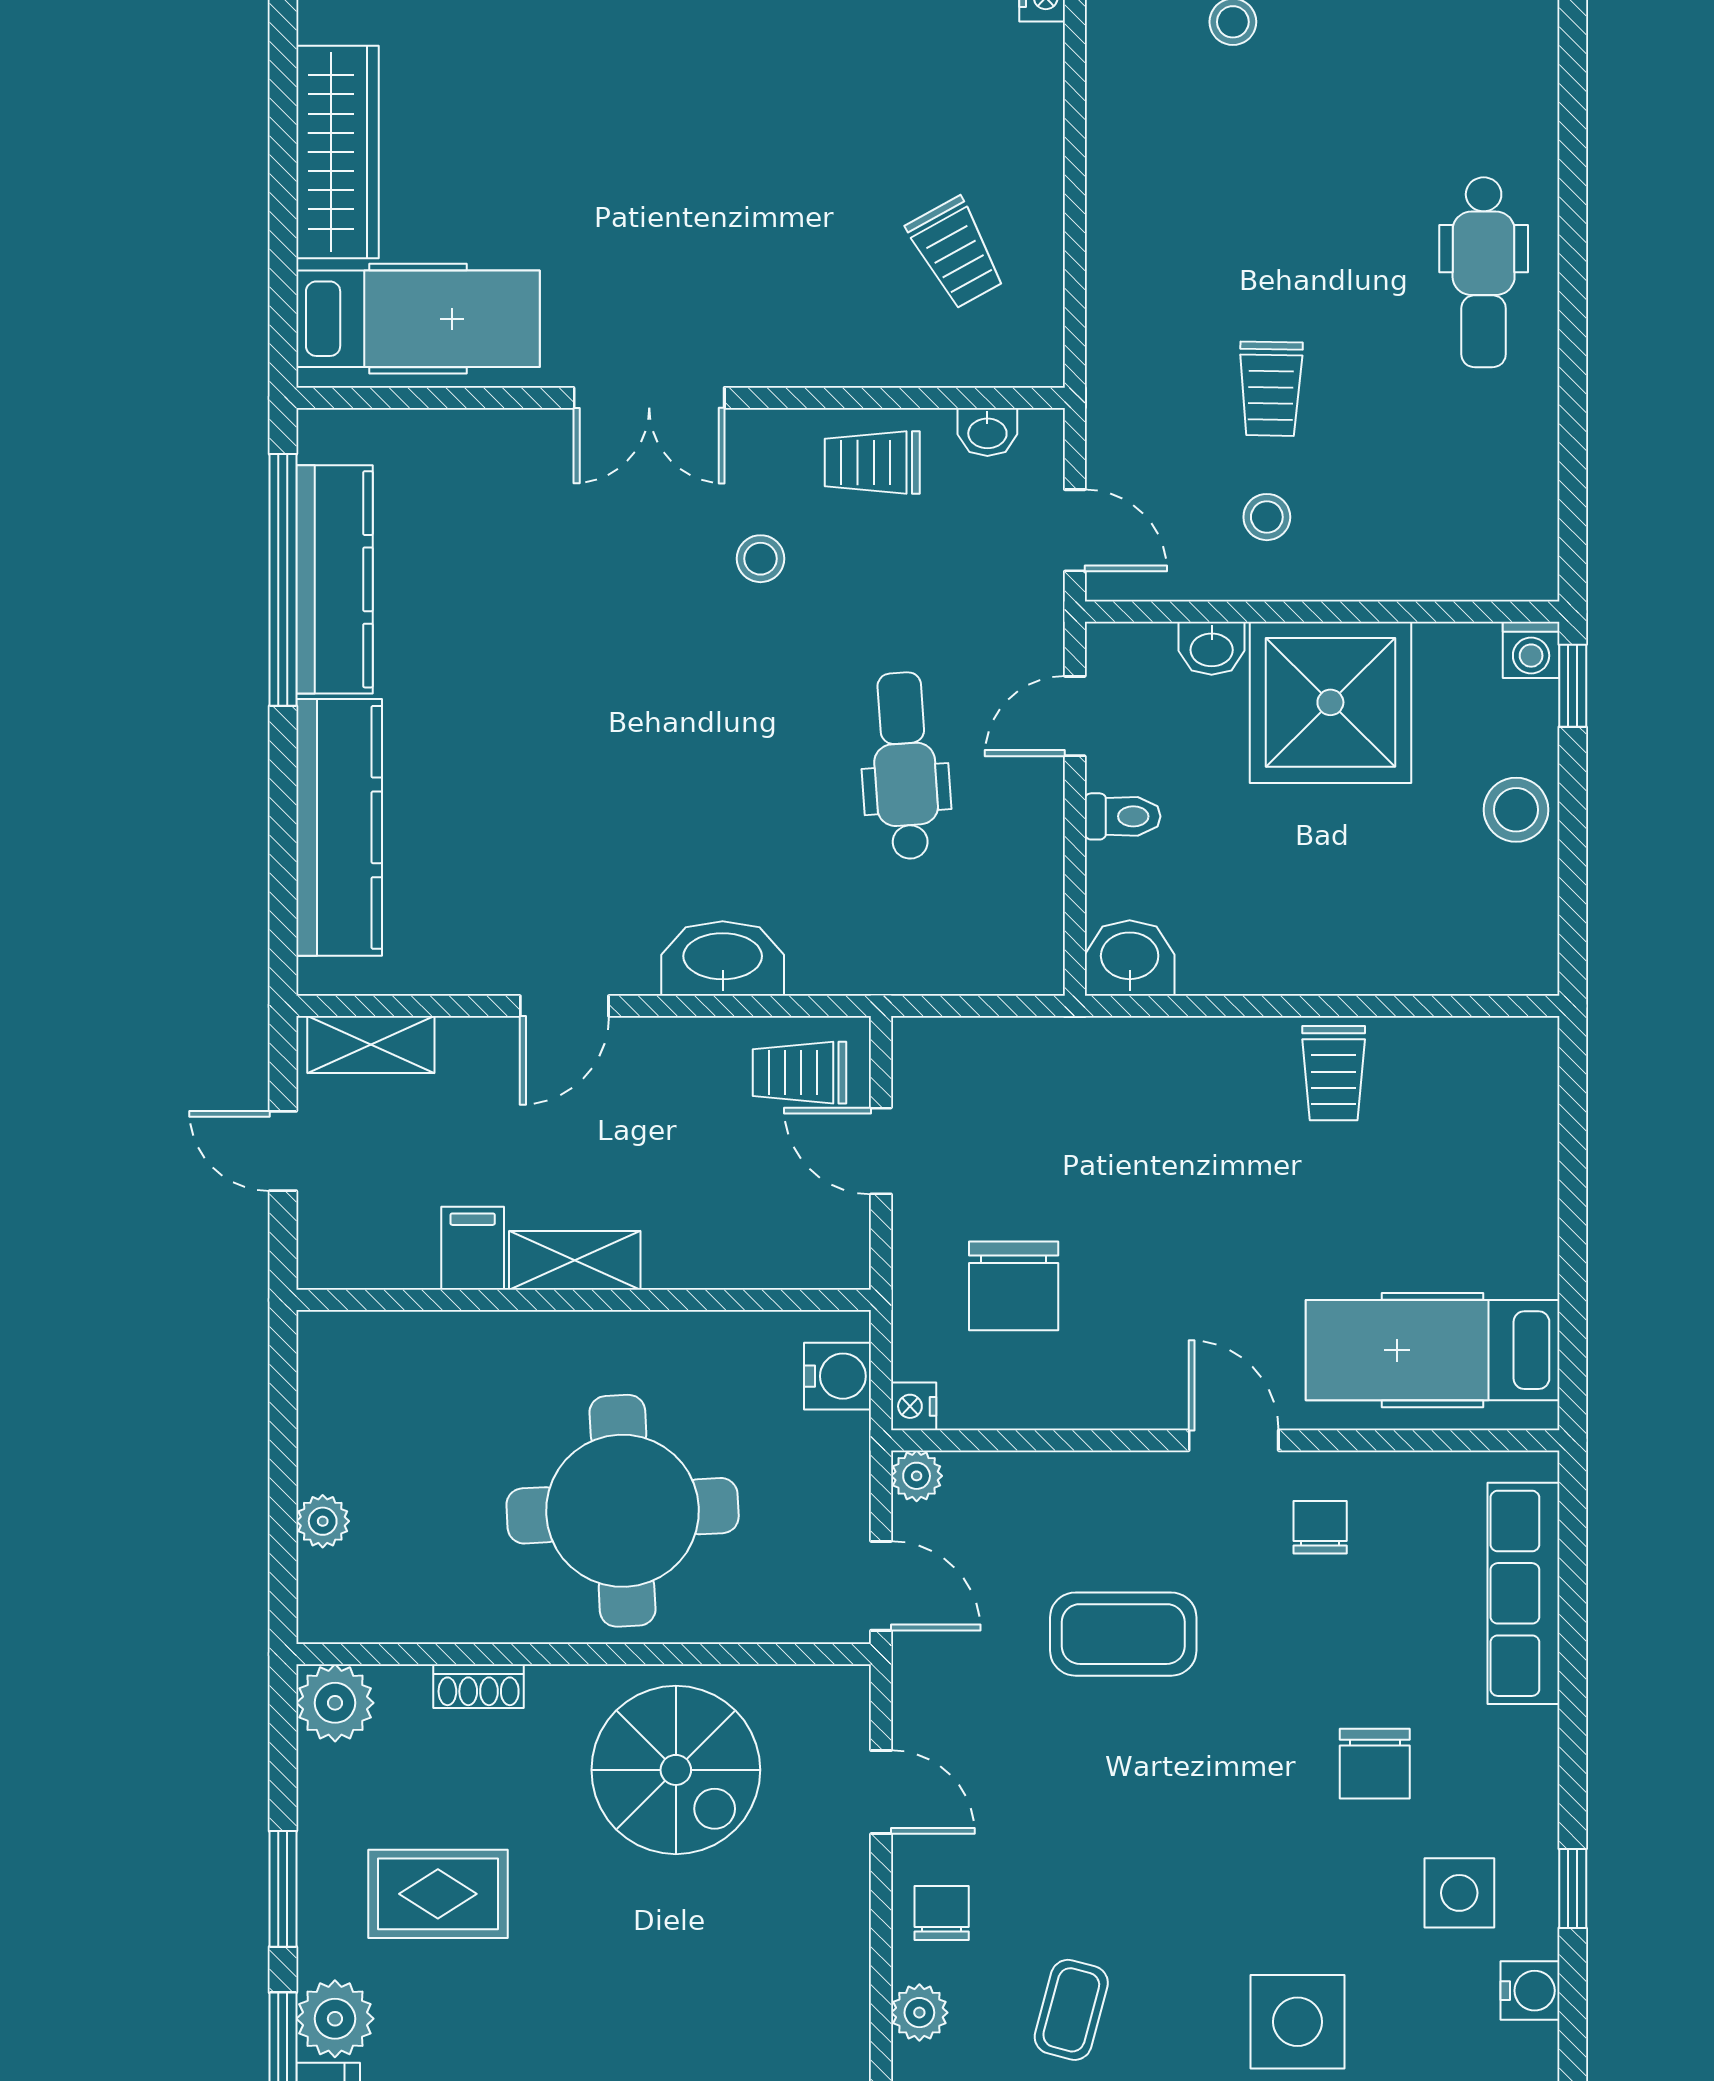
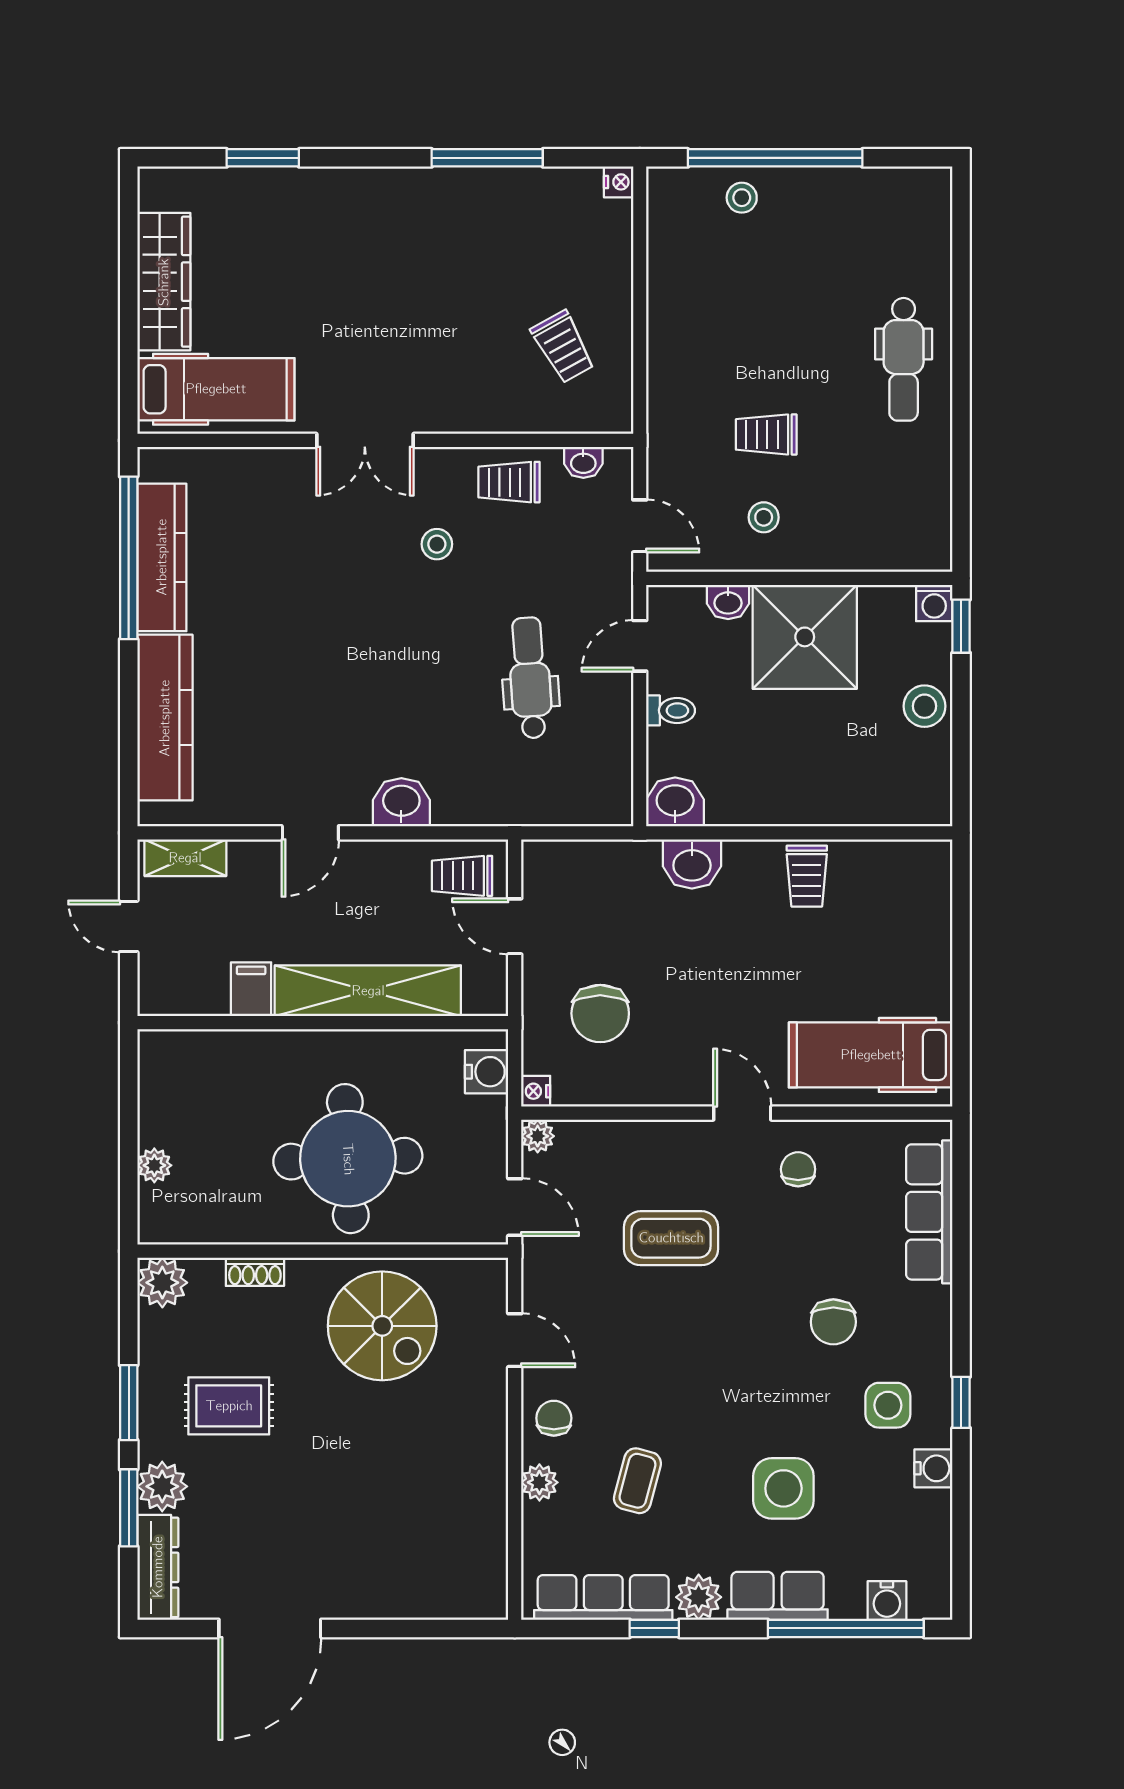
trolley: (1271, 389) -> (766, 434), turned 89
washbasin: (723, 958) -> (401, 802), width x0.72
washbasin: (1156, 1054) -> (692, 864), added
shelving: (575, 1260) -> (368, 991), width x2.20, depth x1.33

